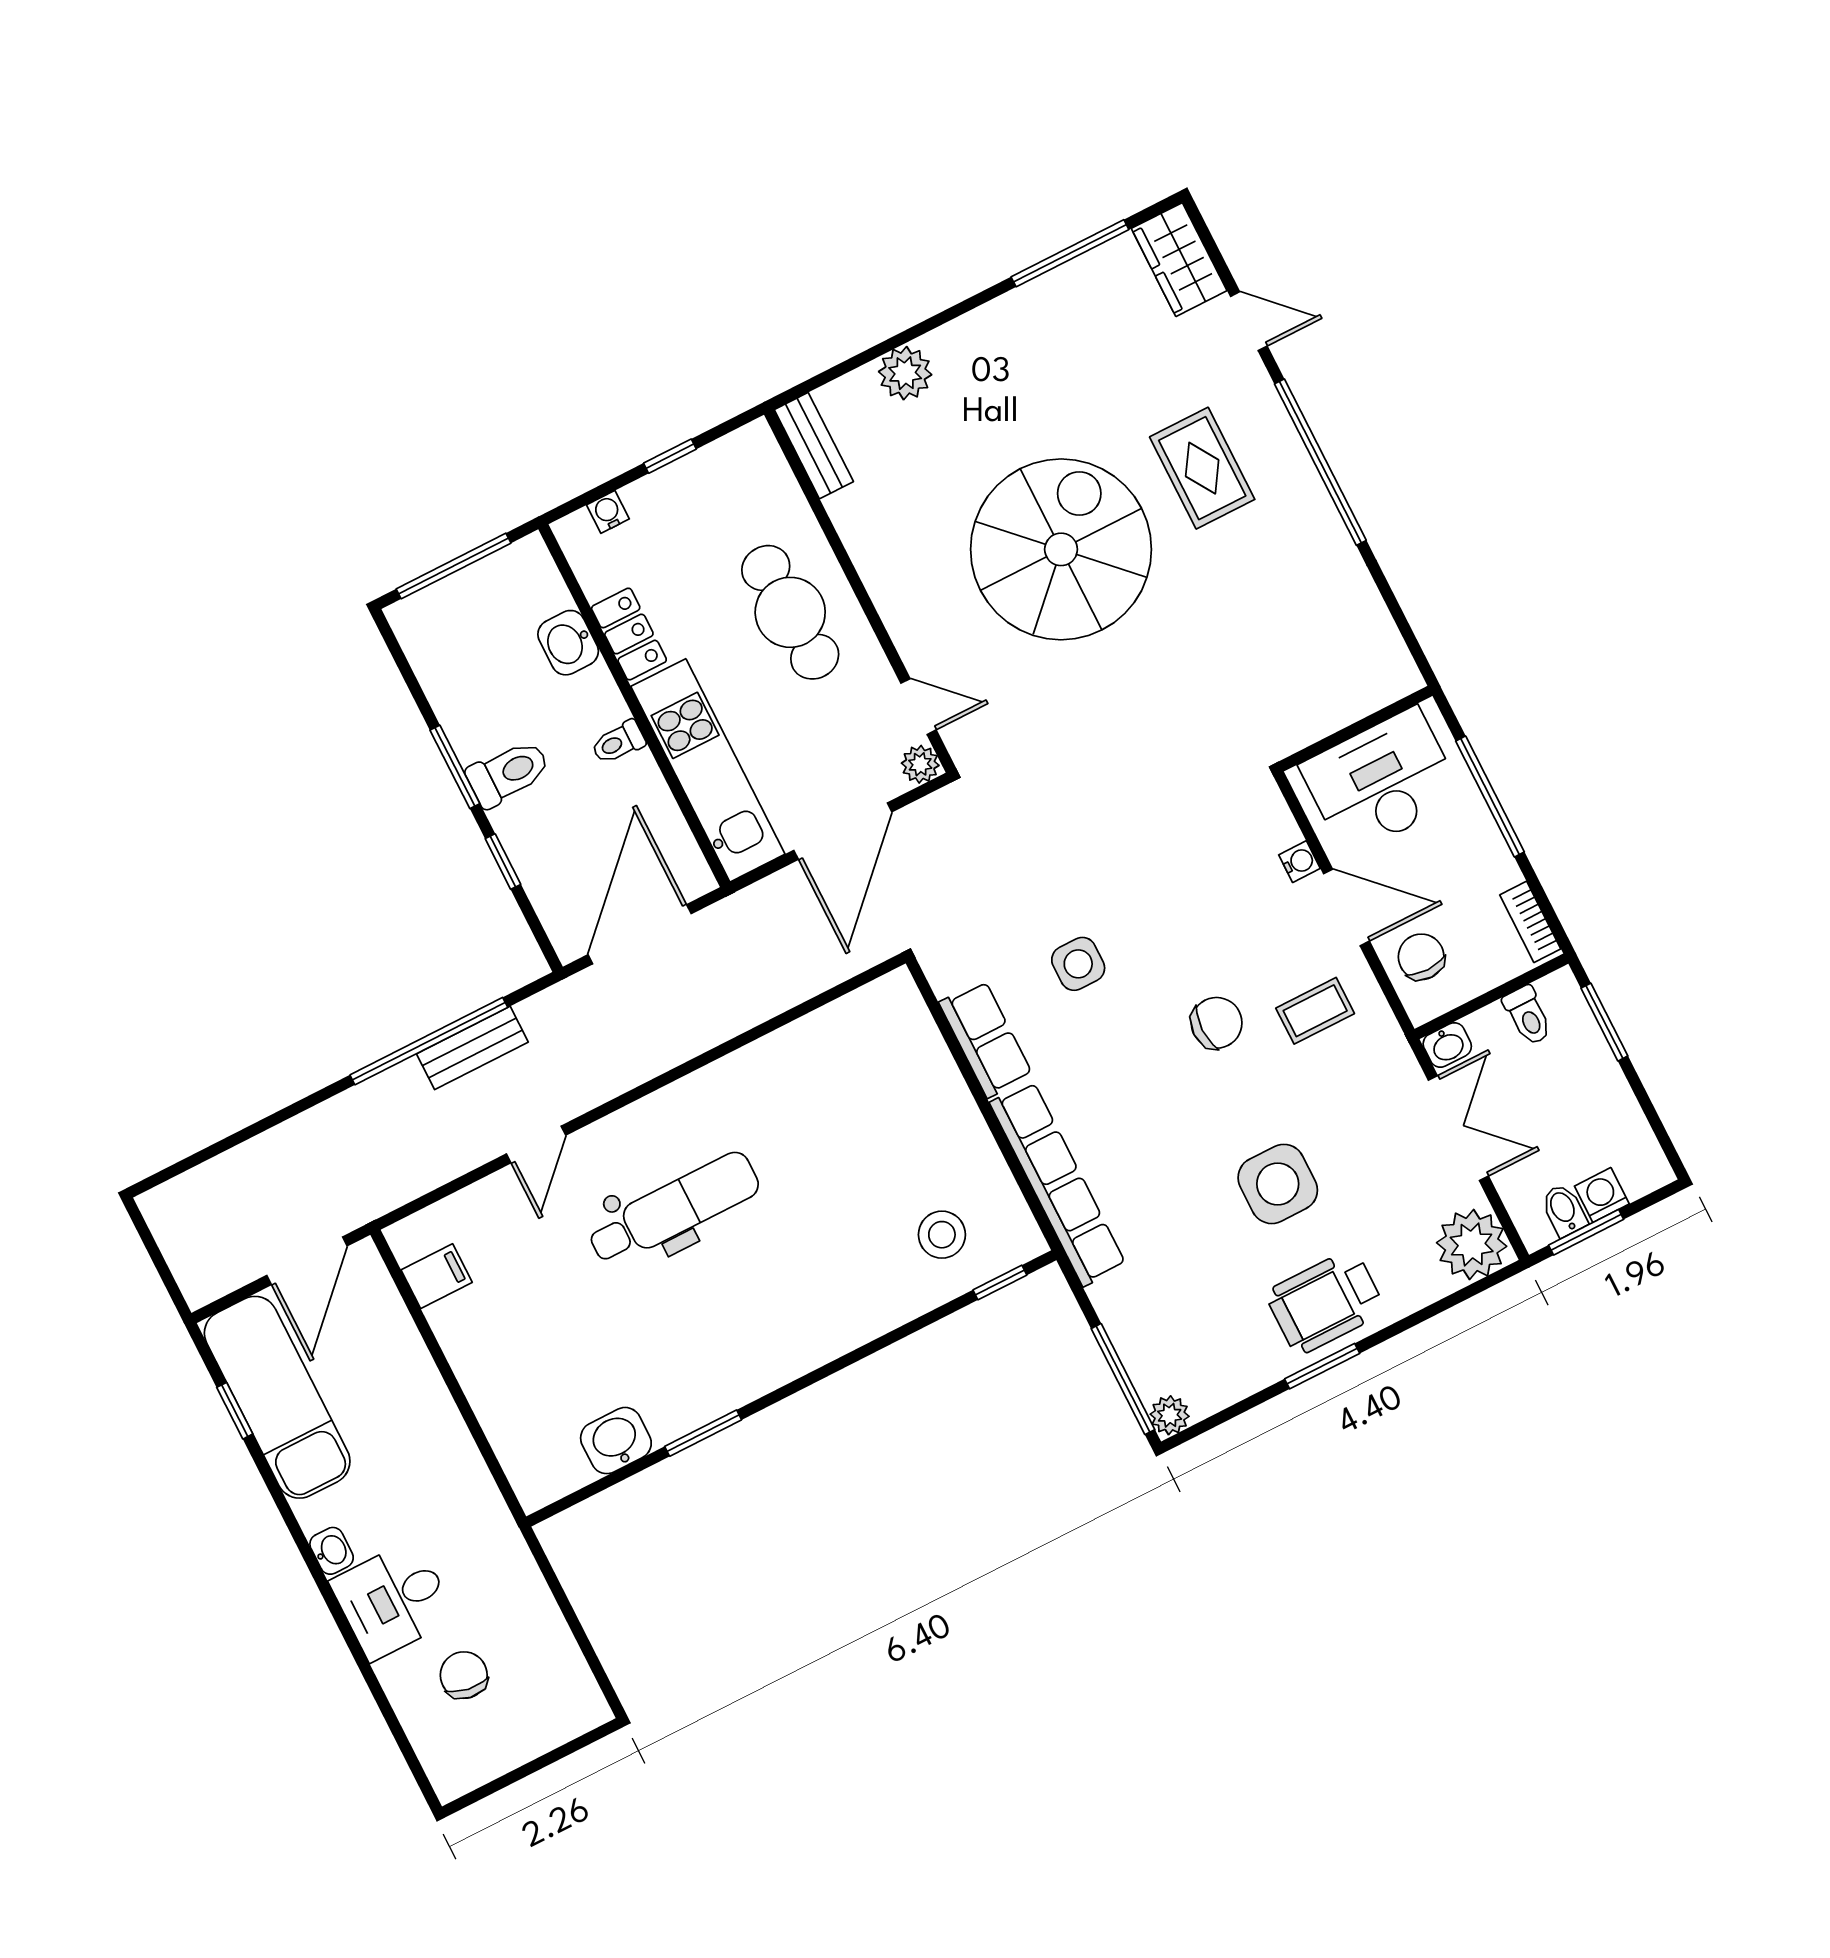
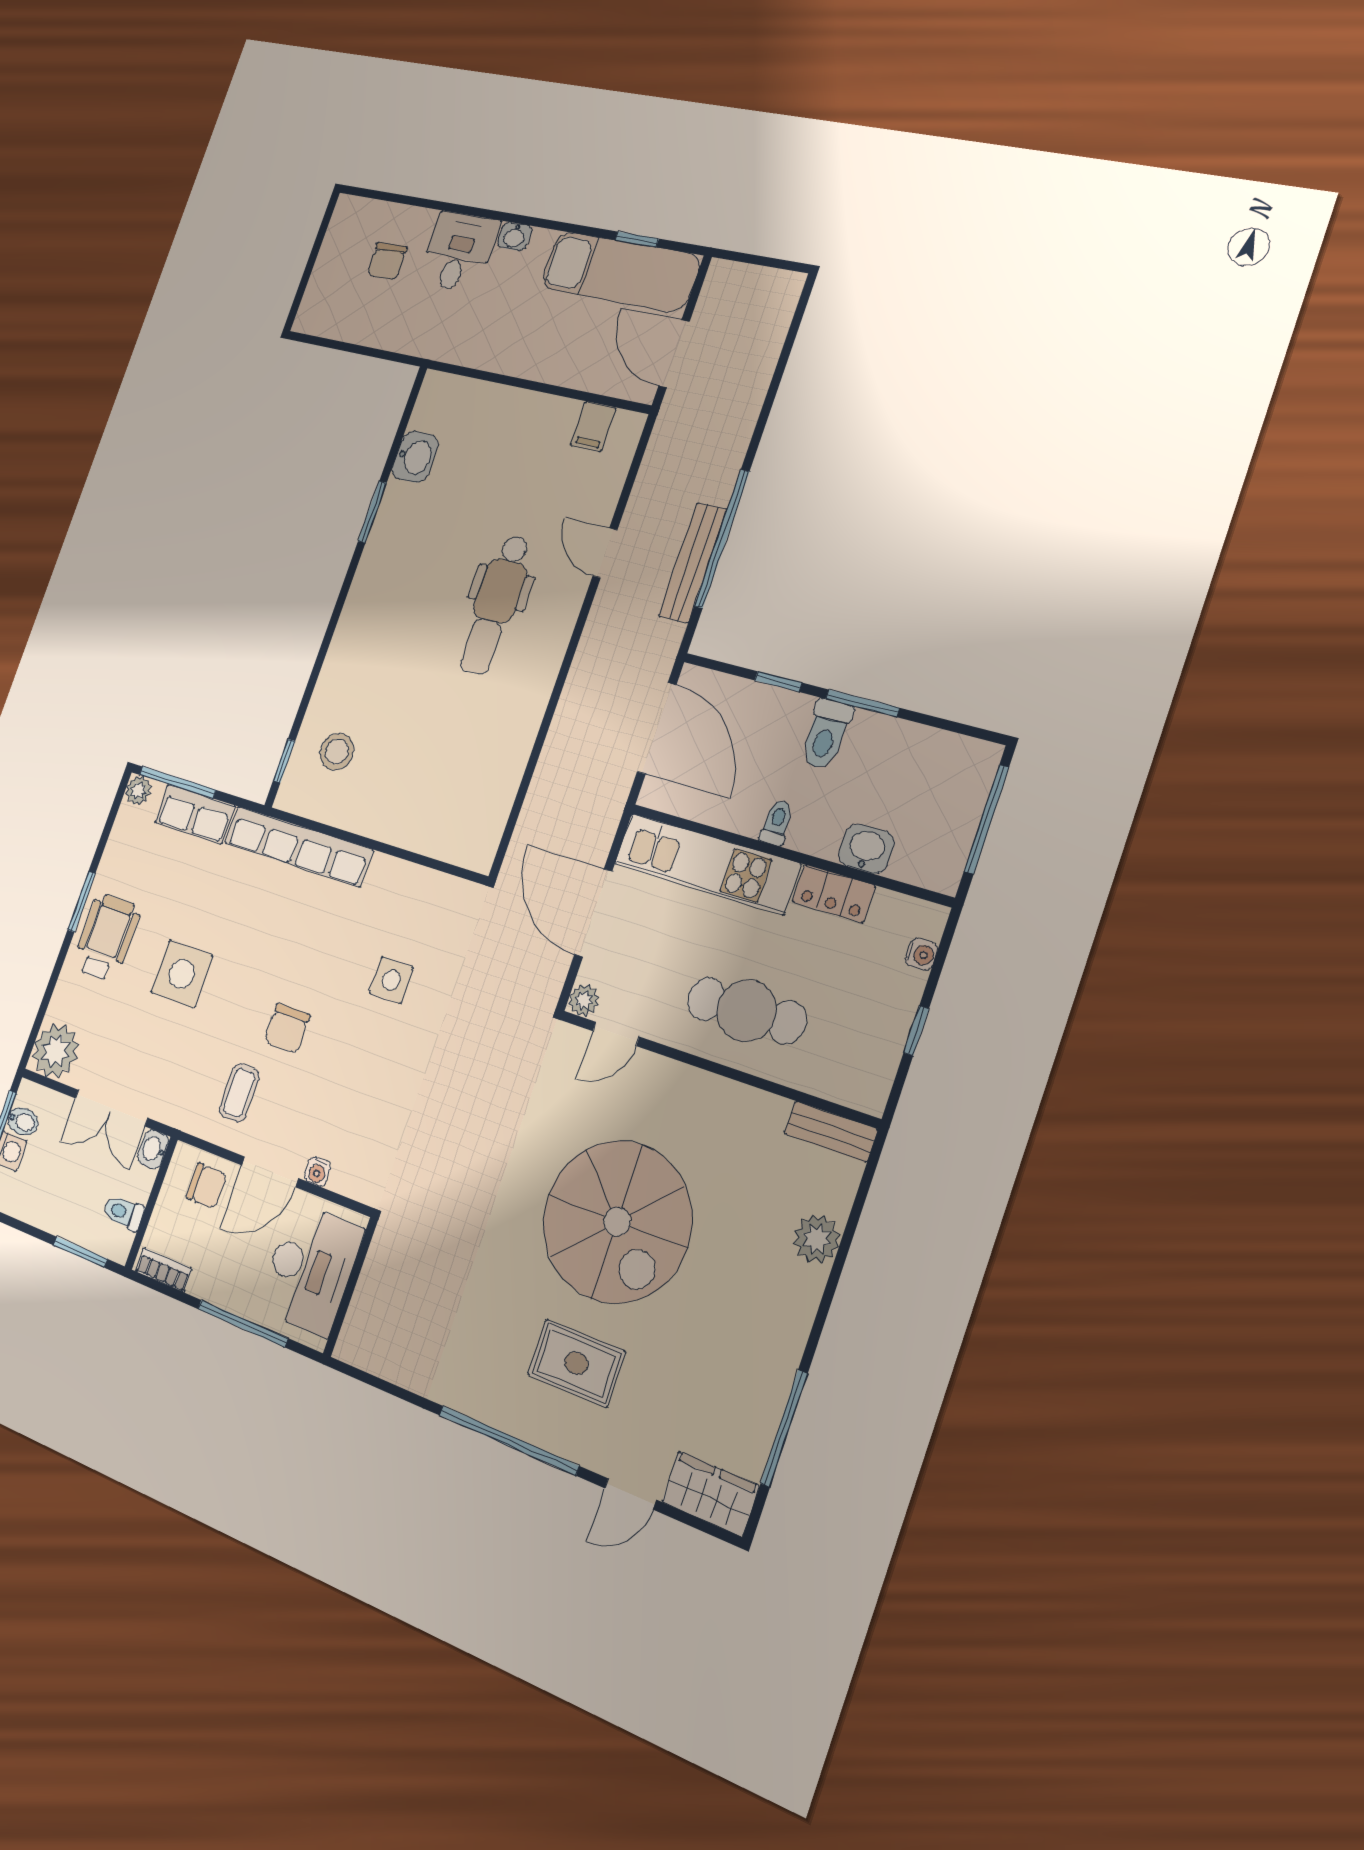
row of seats: (986, 1039) -> (195, 814), moved
bench: (472, 1048) -> (693, 563), width x1.36
chair: (464, 1675) -> (387, 261), turned 79

